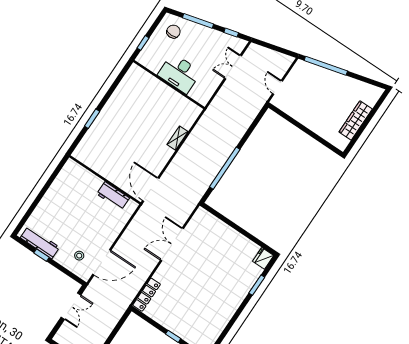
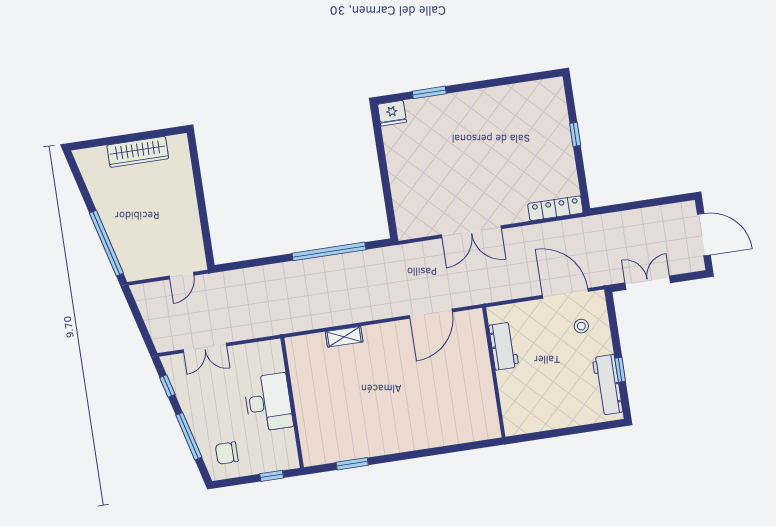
window: (92, 119) -> (352, 464), moved
wall: (105, 180) -> (494, 372), moved
workbench: (113, 196) -> (504, 346), moved

